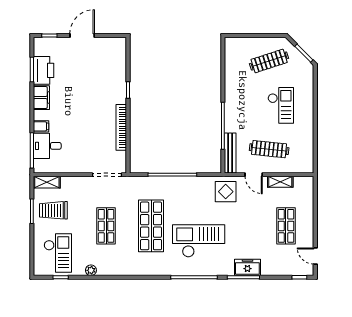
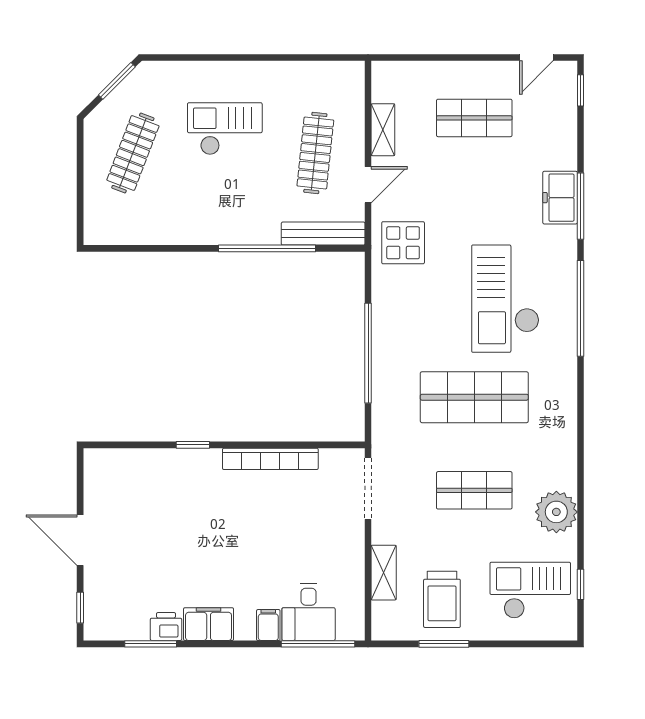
clothes rail: (269, 61) -> (133, 153), turned 39
printer: (44, 70) -> (166, 626), width x0.53, depth x0.68
shelving: (47, 182) -> (384, 573), moved
plant: (91, 270) -> (556, 512), width x1.88, depth x1.88

